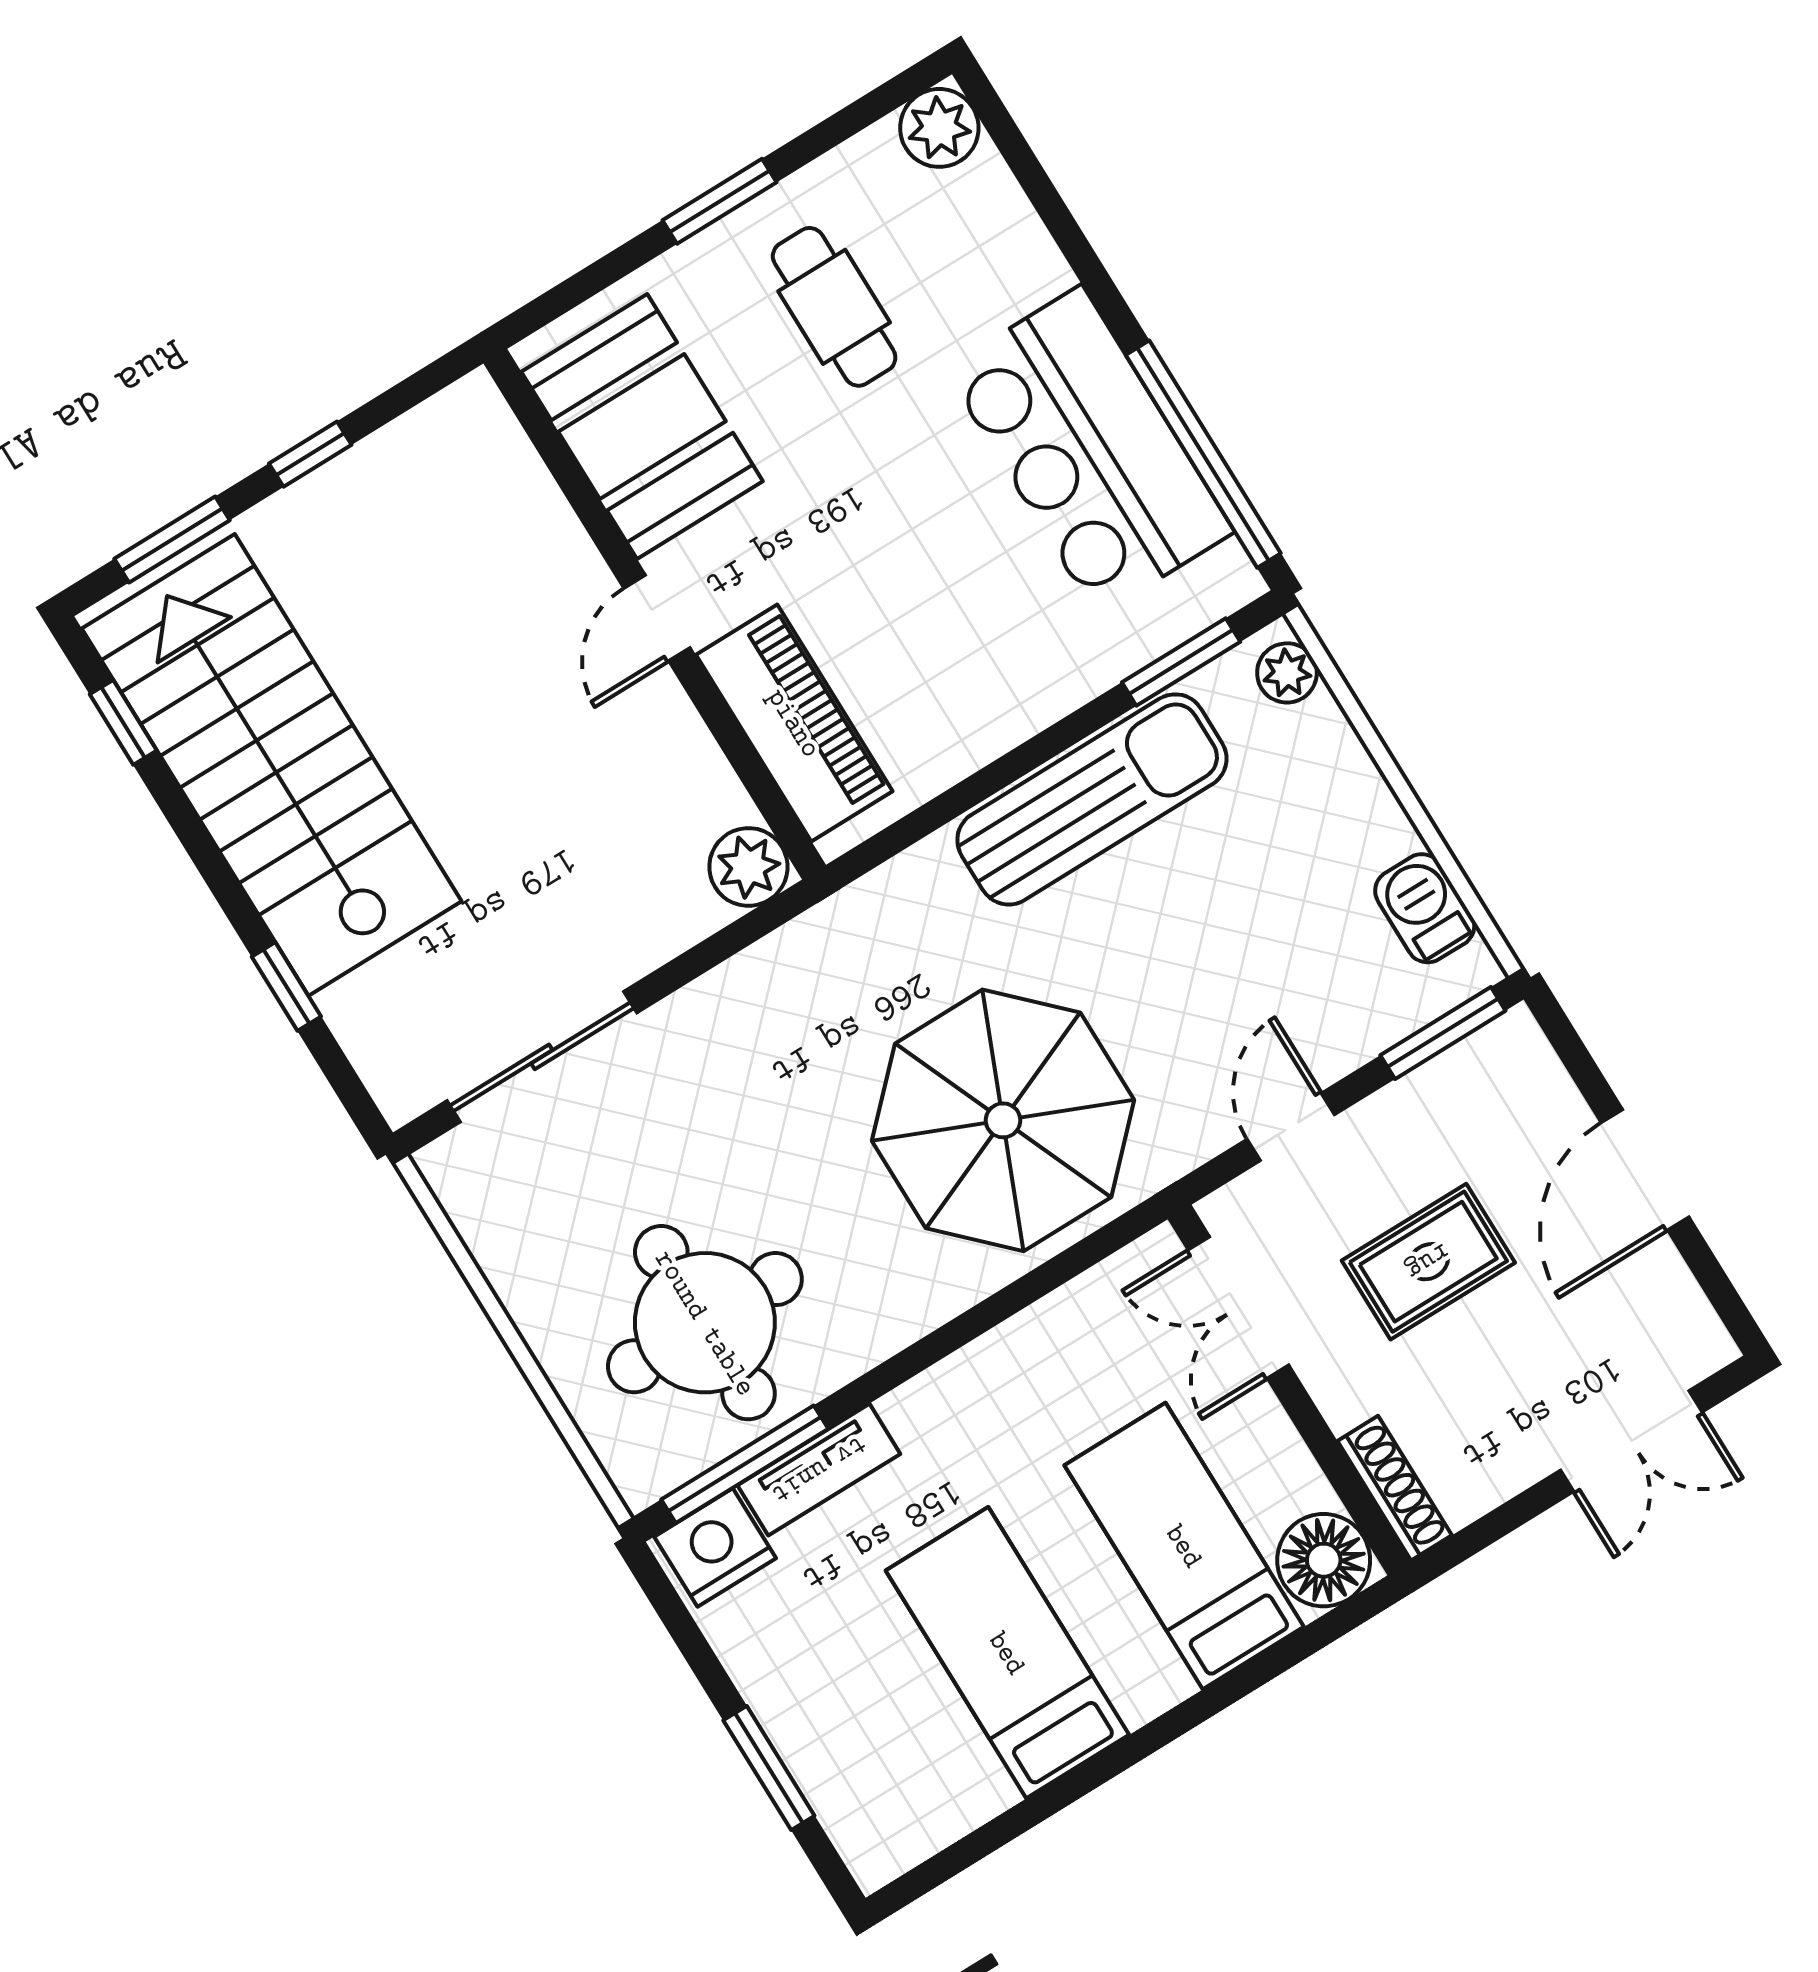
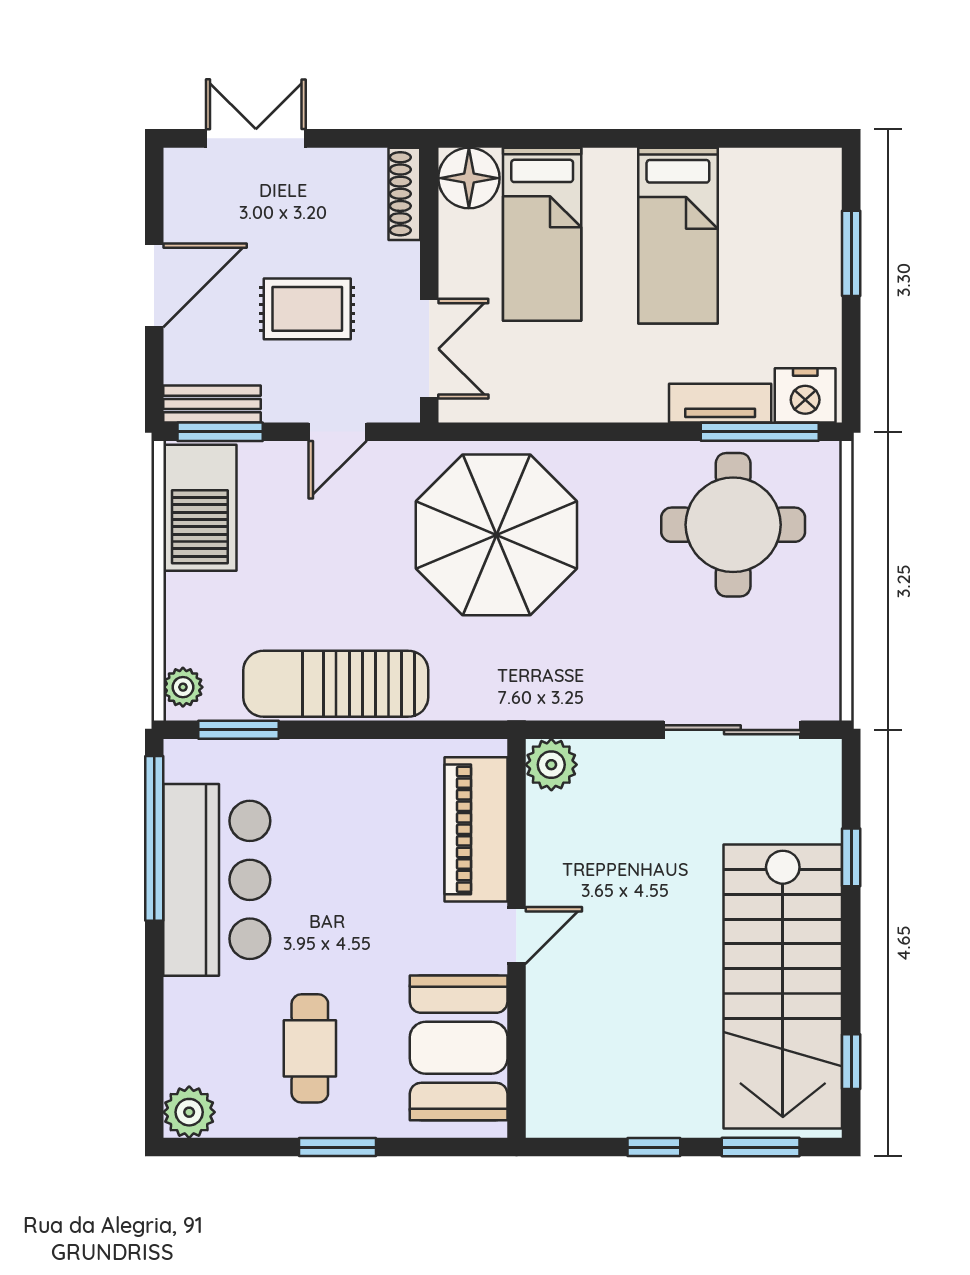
barbecue: (1425, 908) -> (200, 508), width x1.88, depth x1.53
bench: (1476, 1062) -> (212, 404), added

